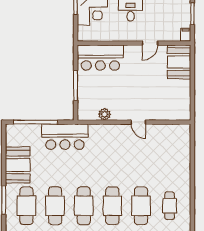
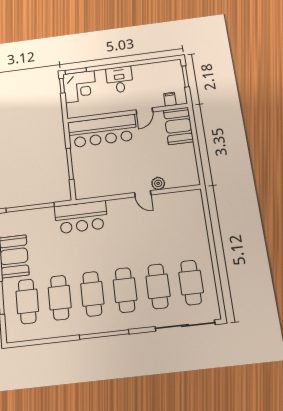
filing cabinet: (186, 35) -> (170, 99), moved
bar counter: (100, 58) -> (102, 131), width x1.36
plant: (104, 114) -> (158, 183), moved
bar counter: (65, 137) -> (81, 217), moved
cafe table: (170, 206) -> (191, 282), width x1.37, depth x1.35

